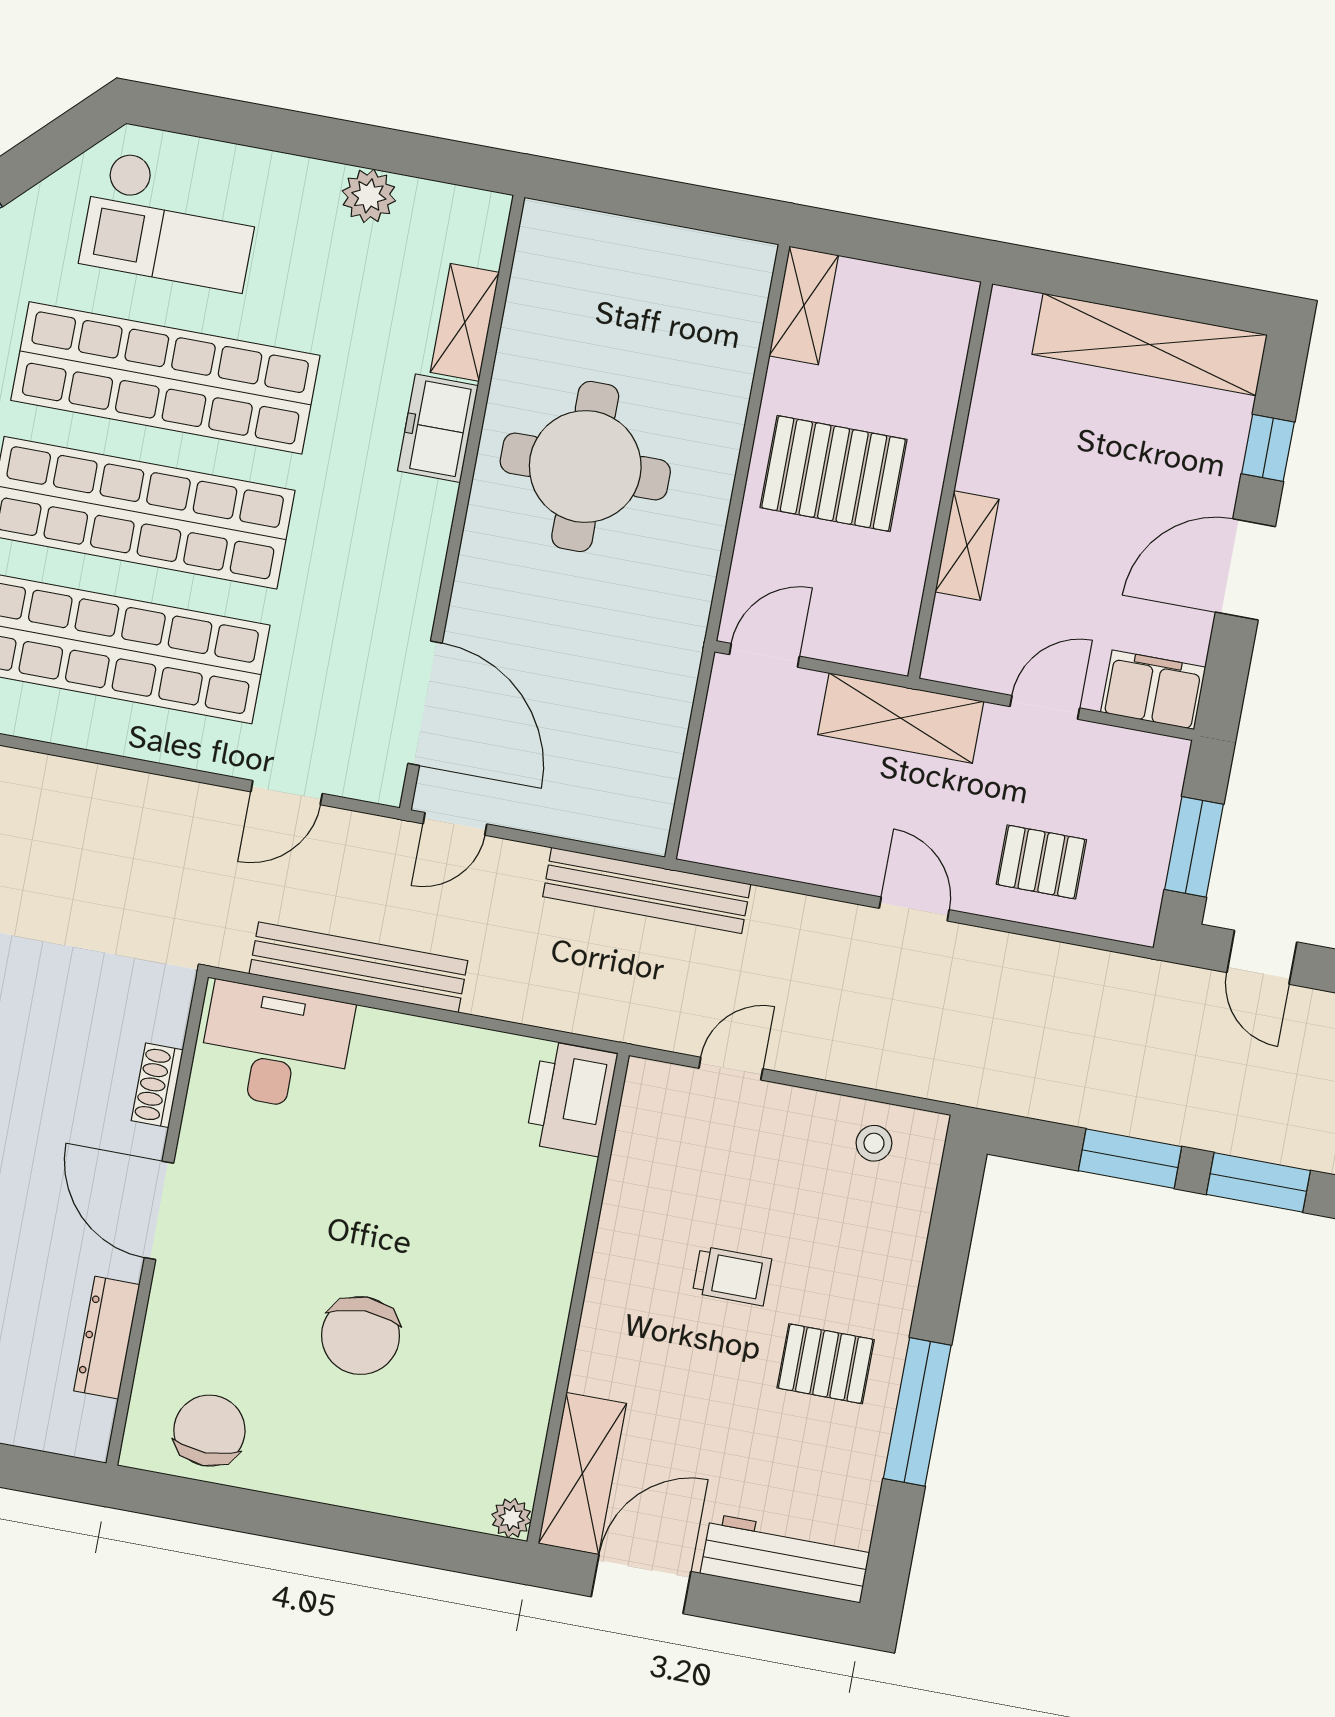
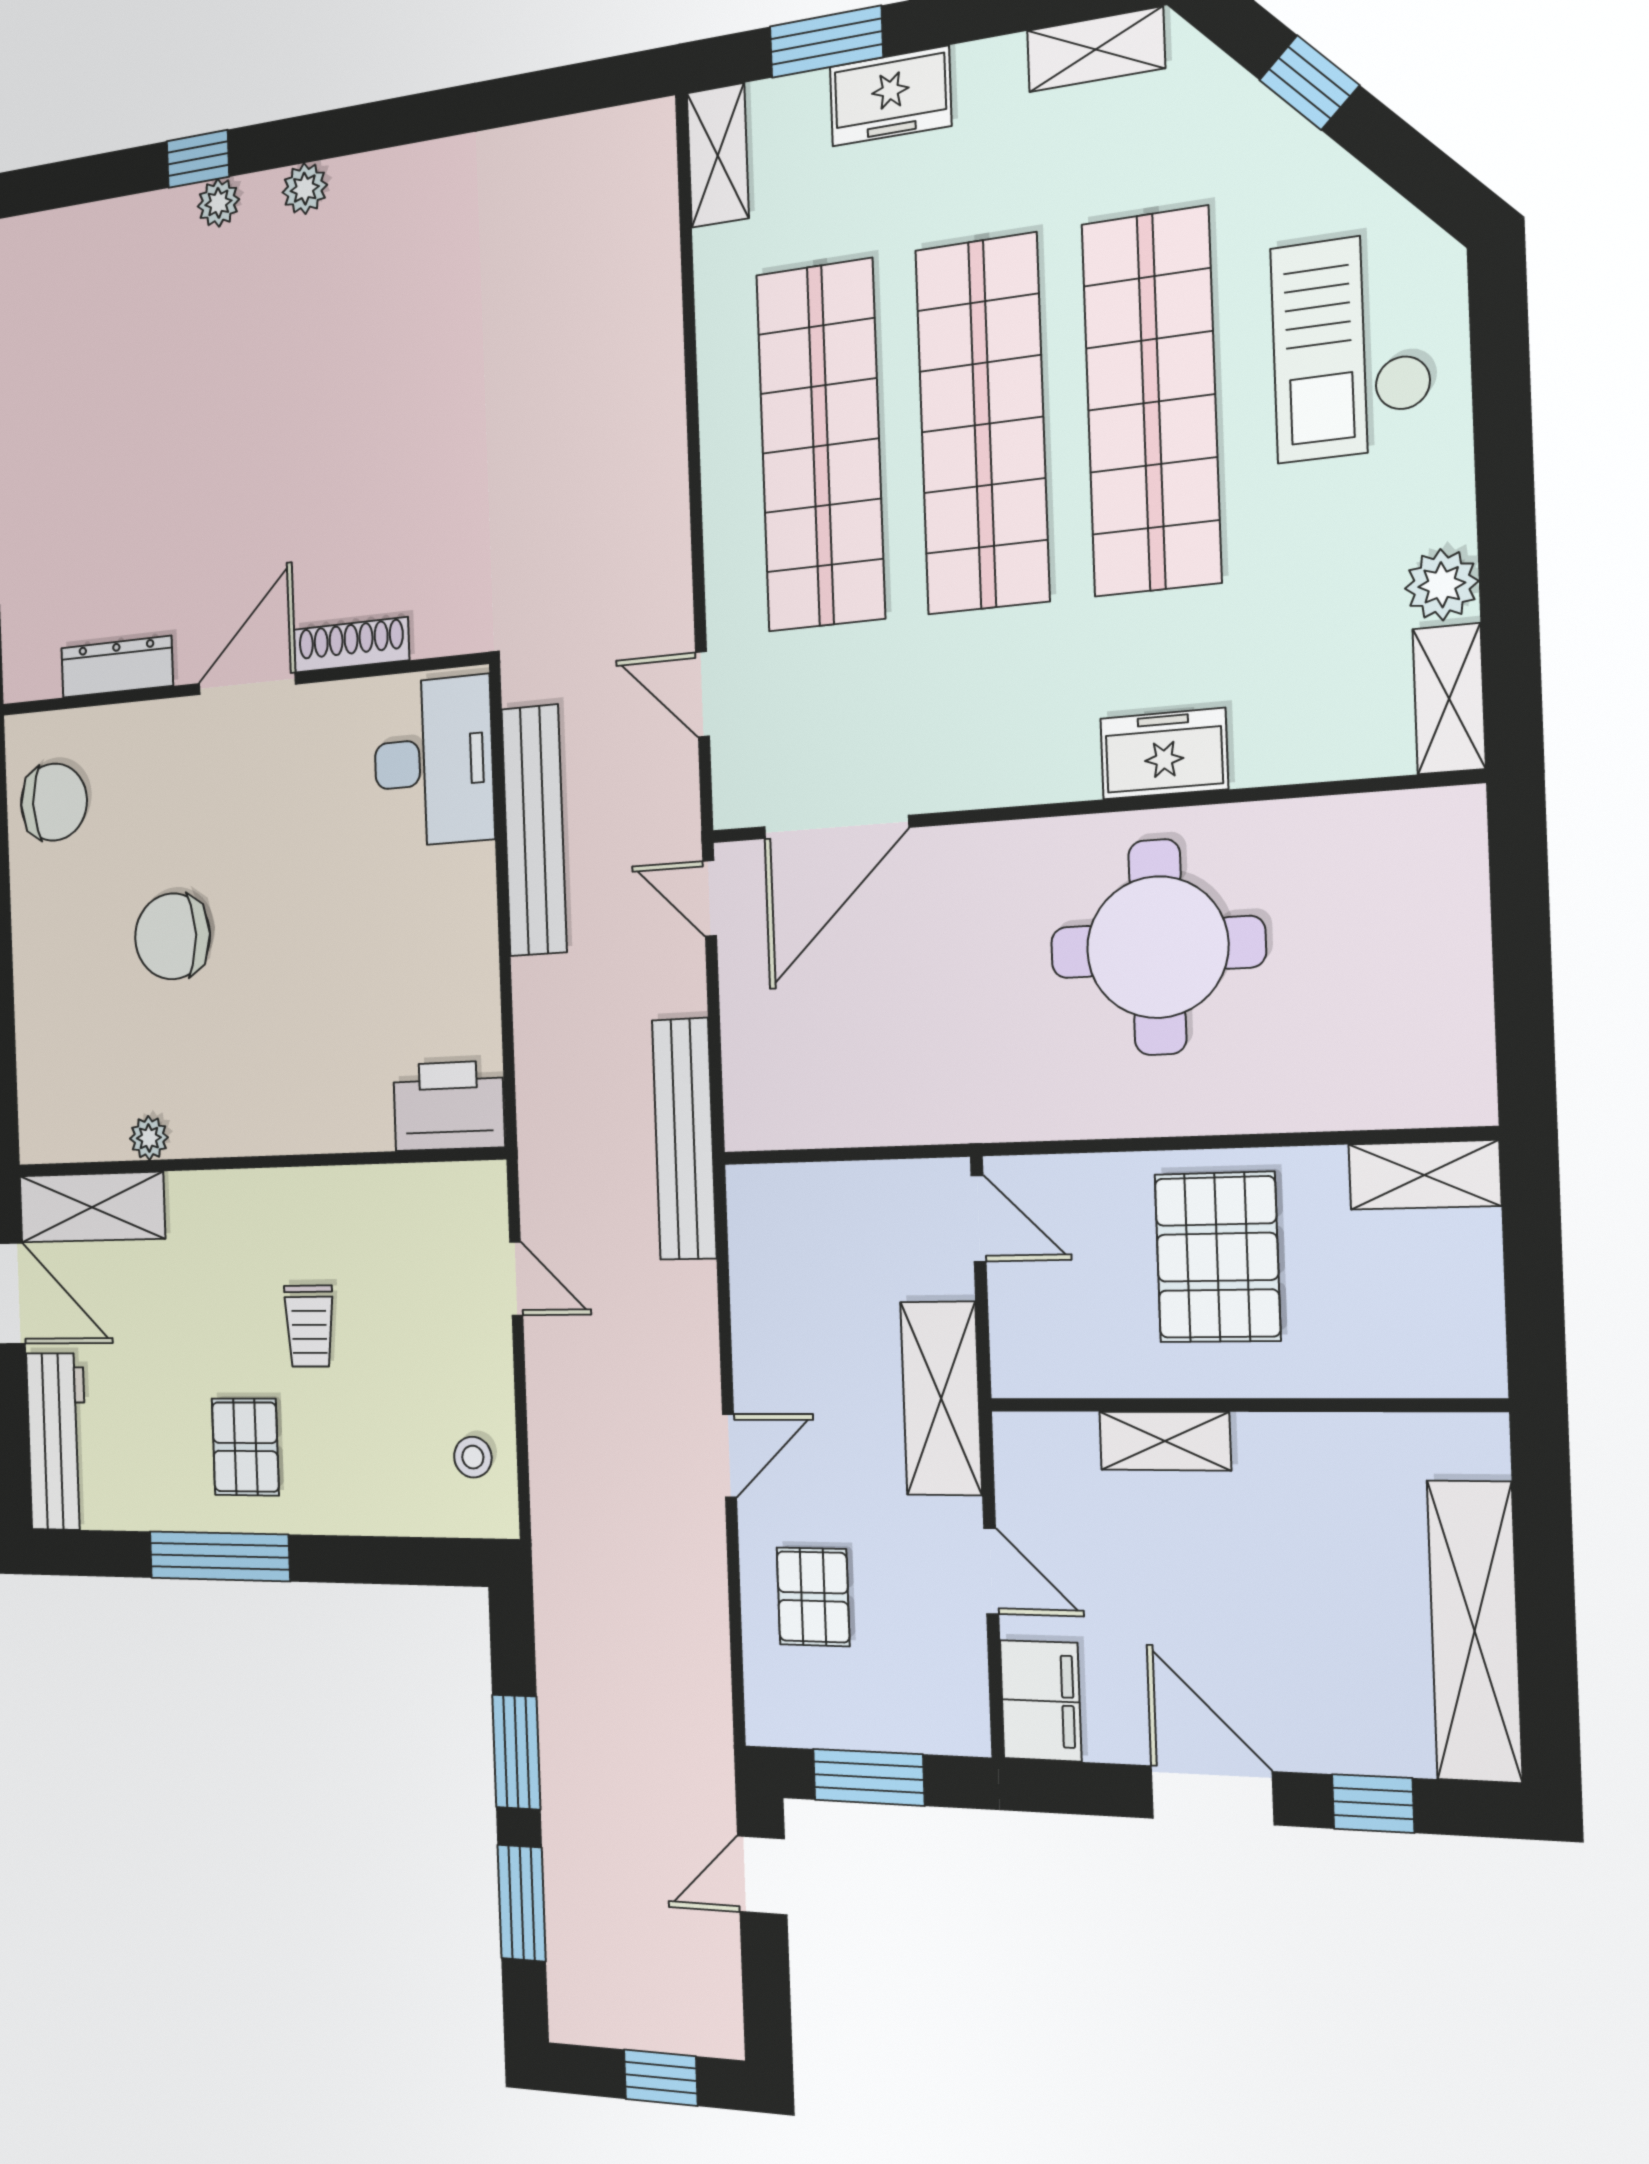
shelving: (465, 322) -> (1449, 699), moved, turned 90
shoe rack: (157, 1085) -> (351, 645), width x1.43
plant: (511, 1518) -> (149, 1138), moved

